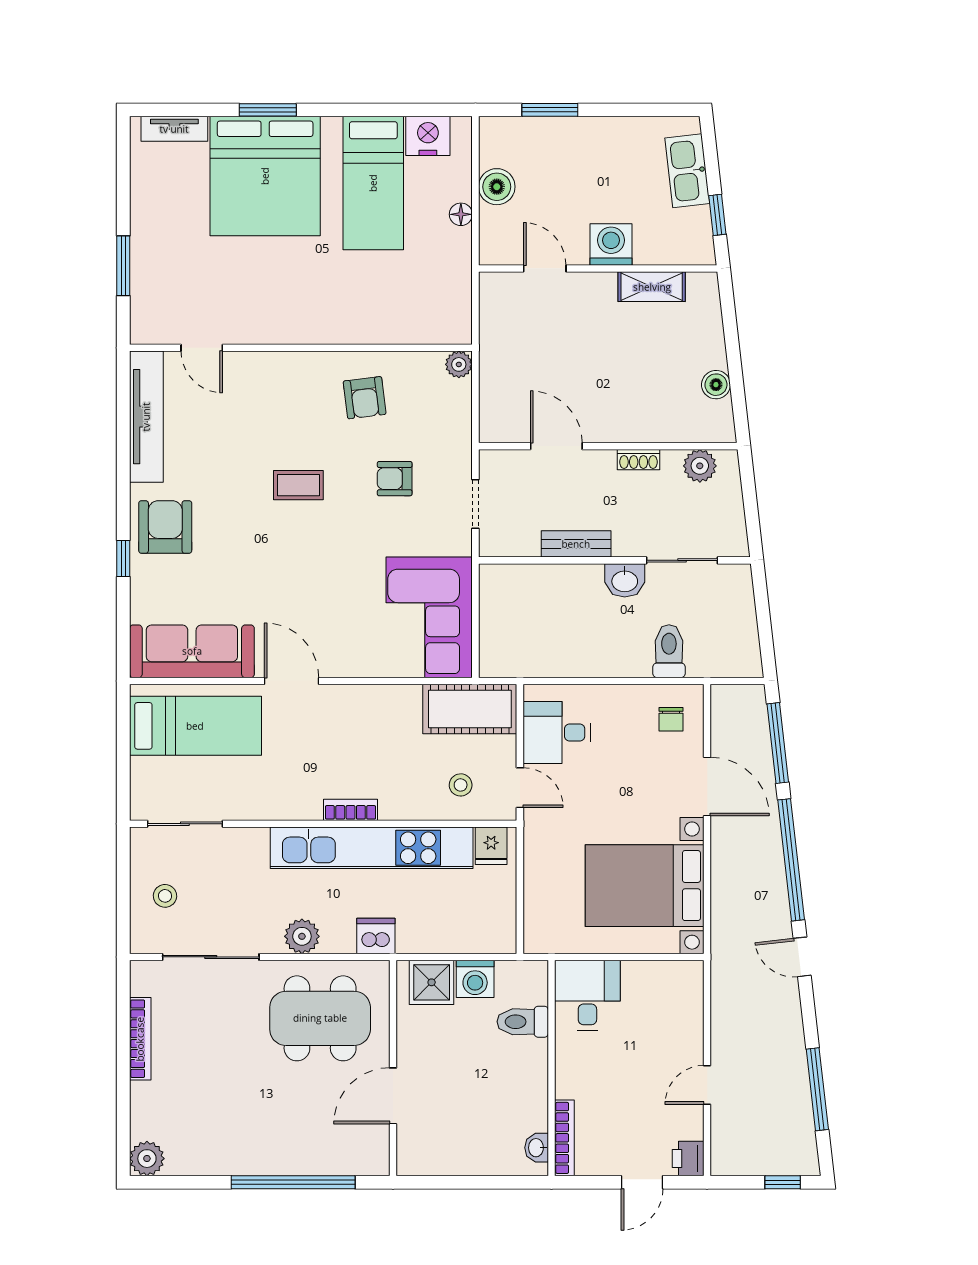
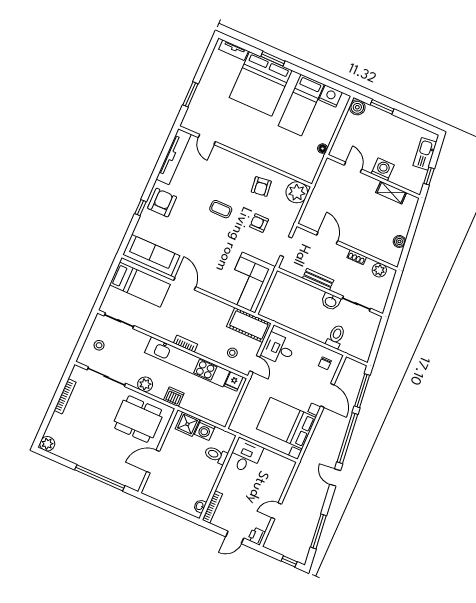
boiler: (497, 187) -> (357, 107), moved
floor lamp: (461, 214) -> (323, 149), moved
plant: (459, 364) -> (297, 192), width x1.87, depth x1.87

